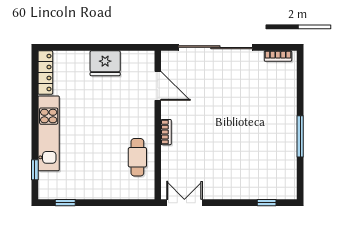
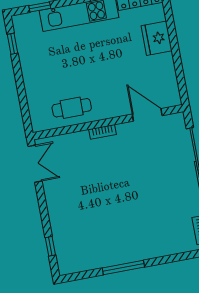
fridge: (105, 63) -> (157, 38), moved
door: (158, 86) -> (147, 115), swing flipped

